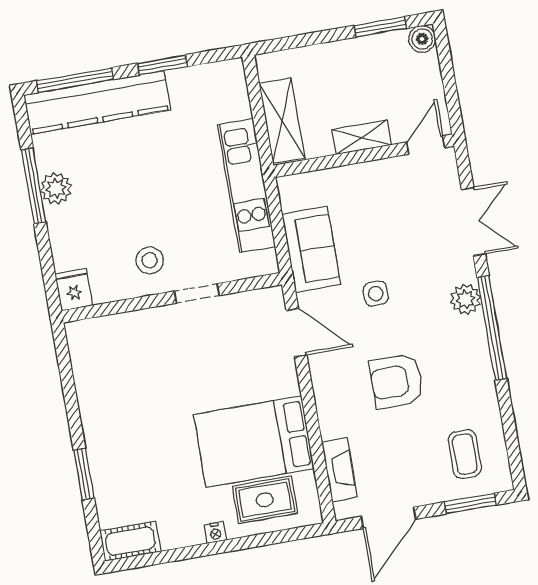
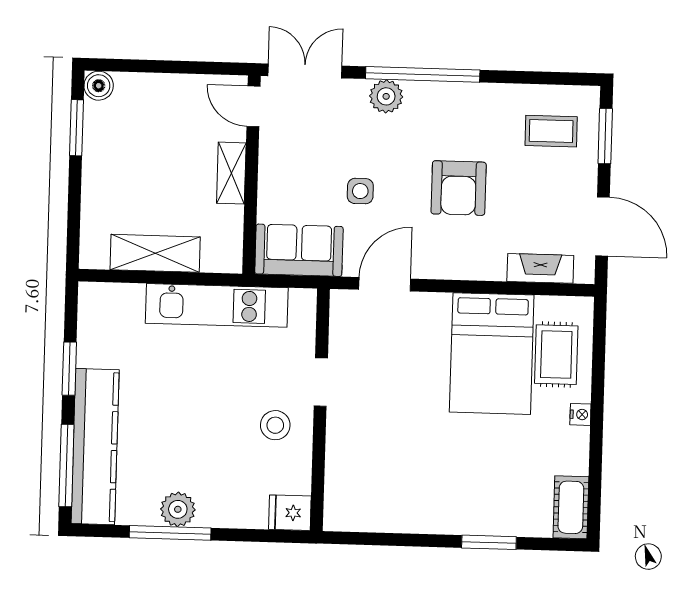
shelving: (362, 137) -> (231, 173), moved
door: (426, 145) -> (253, 106), moved
wall: (364, 156) -> (251, 175), moved

